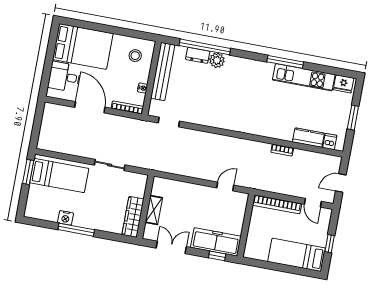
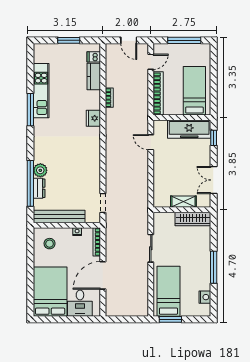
fridge: (343, 84) -> (93, 118), moved, turned 180
nightstand: (66, 218) -> (205, 297), moved
freezer: (216, 242) -> (189, 129), moved, turned -90
window: (330, 244) -> (184, 40), width x2.17
bed: (297, 255) -> (194, 91), moved, turned 180

